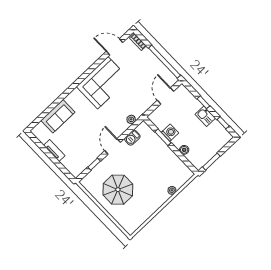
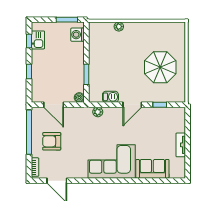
armchair: (143, 70) -> (52, 141), added
corner sofa: (103, 83) -> (112, 162), moved
door: (166, 96) -> (54, 105), hinge flipped
kitchen sink: (205, 116) -> (38, 40), moved
washing machine: (170, 133) -> (77, 35), moved
boiler: (184, 150) -> (79, 98), moved

